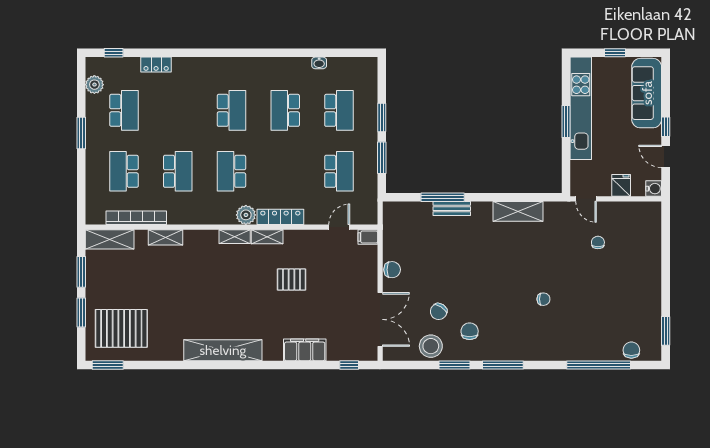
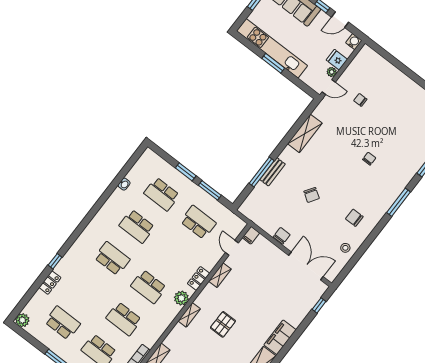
window: (114, 53) -> (55, 261), moved
plant: (94, 85) -> (22, 320), moved
school desk: (339, 110) -> (162, 194), turned 180
school desk: (178, 171) -> (124, 319), turned 180
plant: (604, 190) -> (332, 72), added
locker: (280, 217) -> (199, 278), width x0.66
shelving: (267, 237) -> (220, 275), moved
pallet: (291, 280) -> (223, 324), moved
chair: (439, 312) -> (312, 195), moved
stool: (431, 346) -> (345, 248), width x0.53, depth x0.53
filing cabinet: (305, 350) -> (280, 337), moved
window: (454, 365) -> (368, 242), removed
window: (503, 365) -> (398, 202), moved

